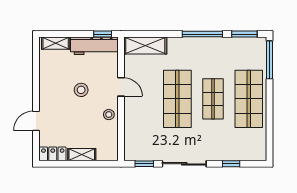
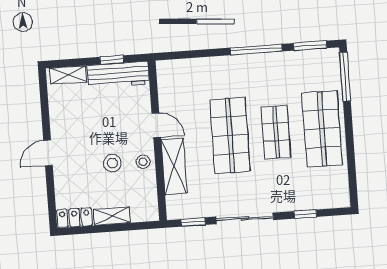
window: (103, 34) -> (112, 60), moved
shelving: (145, 45) -> (174, 166), moved, turned 90
stool: (81, 90) -> (112, 163), moved
door: (36, 121) -> (48, 153), moved

